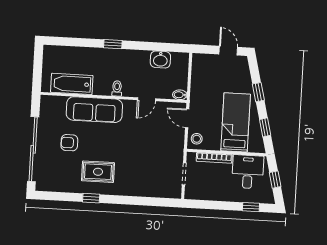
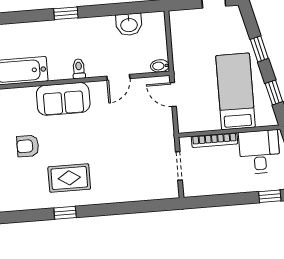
sofa: (94, 110) -> (63, 99), width x0.73
stool: (197, 139) -> (189, 119), removed

